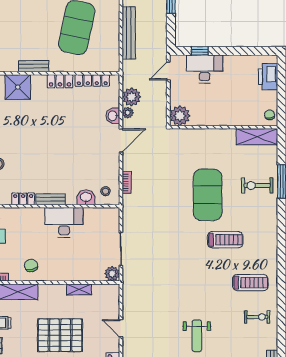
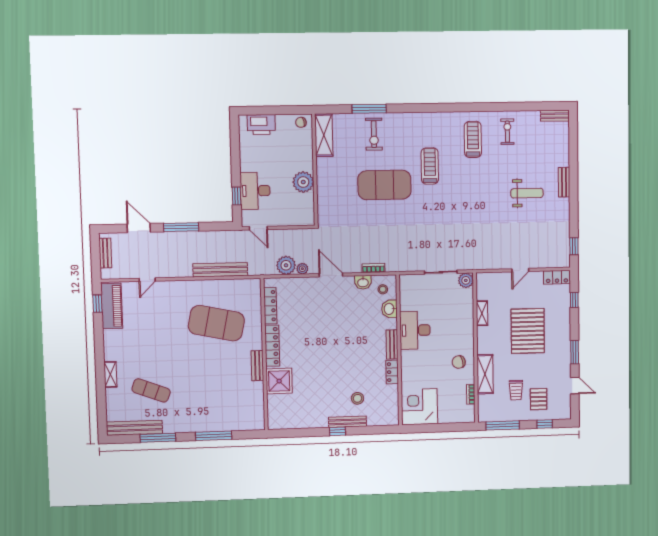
locker: (60, 81) -> (272, 346), width x1.53
washbasin: (113, 116) -> (363, 282), moved
plant: (180, 116) -> (303, 182), moved

